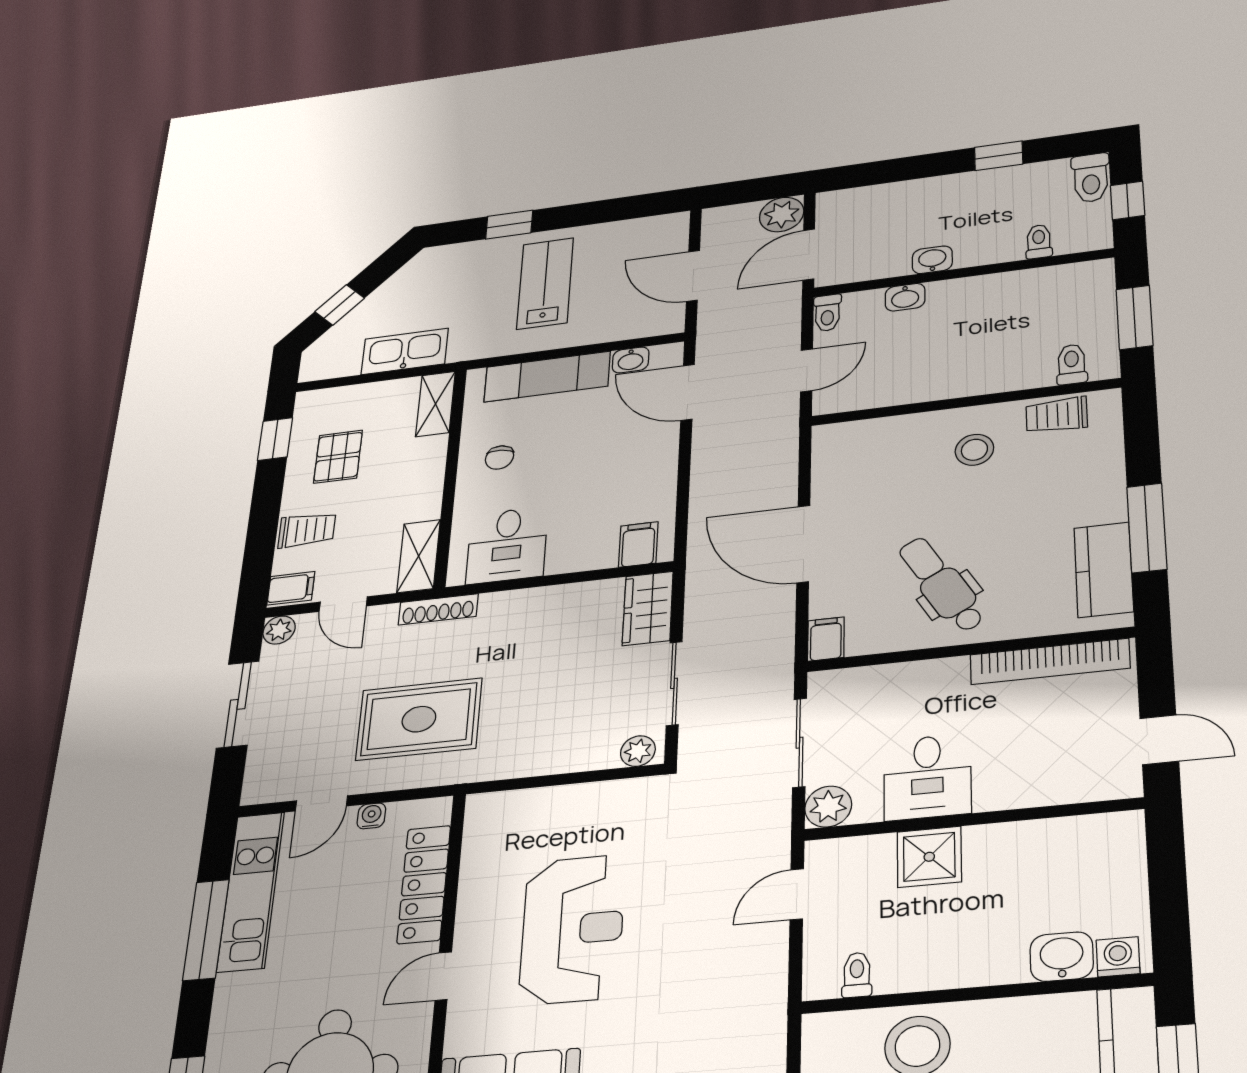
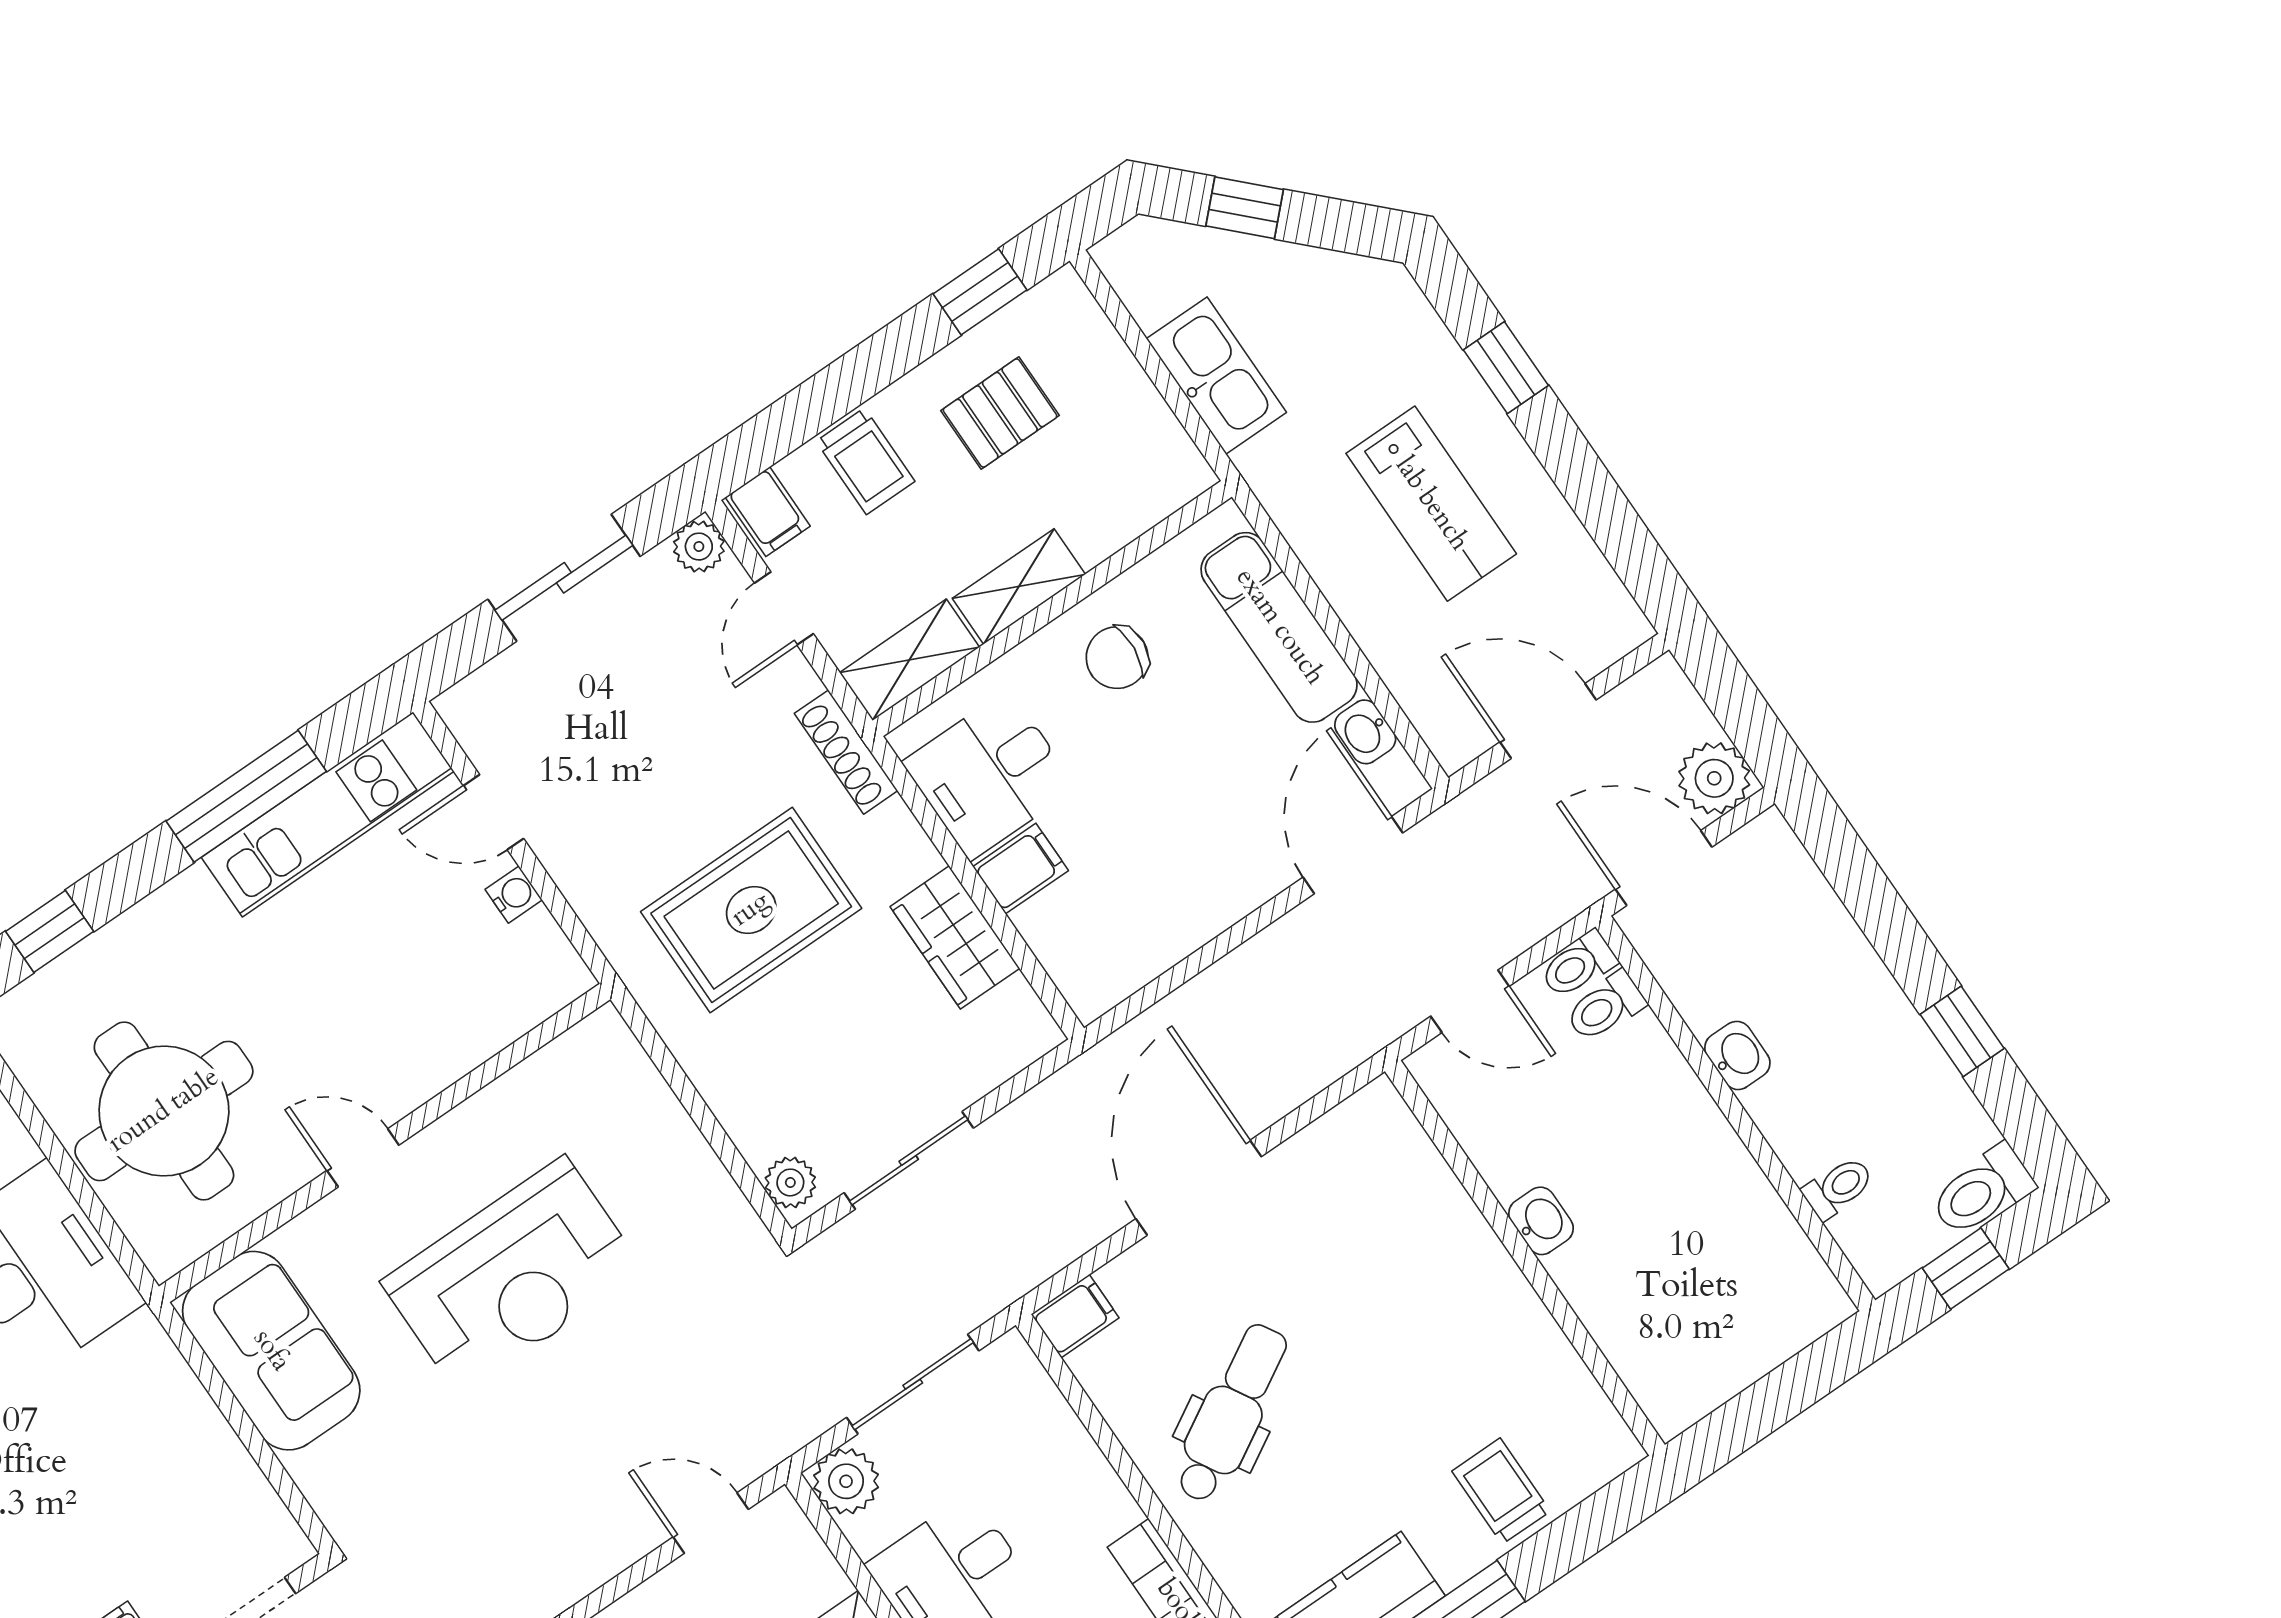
door: (693, 276) -> (1548, 721), hinge flipped
lab bench: (545, 283) -> (1431, 504), turned 90
washbasin: (905, 297) -> (1541, 1221), moved, turned 180
window: (1134, 317) -> (1772, 1402), removed
toilet: (1072, 364) -> (1605, 1007), moved, turned 180
shelving: (436, 404) -> (1019, 586), moved
trolley: (1057, 415) -> (1501, 1491), moved
stool: (974, 450) -> (1456, 1321), removed
chair: (499, 458) -> (1117, 658), width x1.37, depth x1.37
filing cabinet: (638, 545) -> (1021, 869), moved
wardrobe: (648, 608) -> (955, 937), moved, turned -90
rug: (419, 719) -> (751, 910), moved, turned 90
locker: (424, 884) -> (464, 1039), removed

